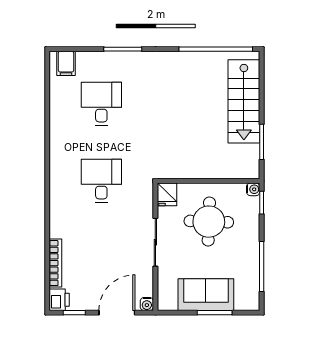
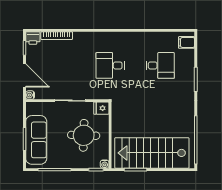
stairs: (244, 101) -> (152, 153), width x1.36, depth x1.51
desk: (101, 181) -> (110, 65), turned 180
sofa: (206, 295) -> (36, 140), width x1.36

